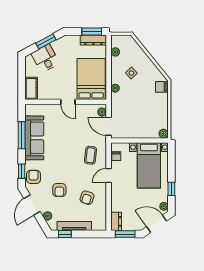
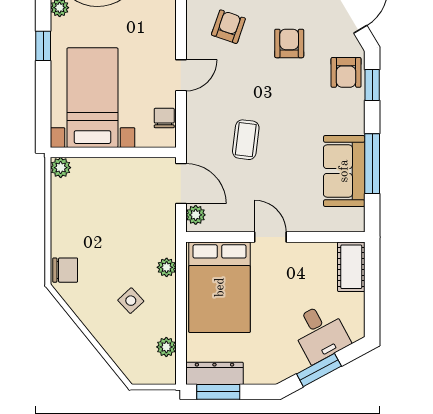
sofa: (34, 138) -> (344, 171), width x0.73
coffee table: (90, 155) -> (246, 140), moved

